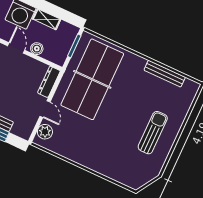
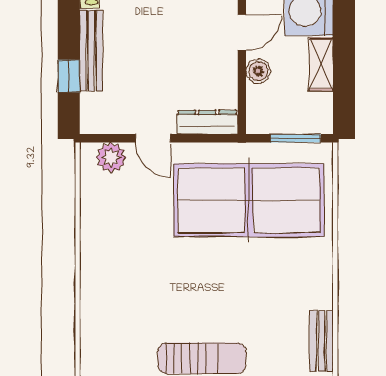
bench: (165, 74) -> (322, 341), width x0.73
door: (45, 109) -> (153, 138), hinge flipped

